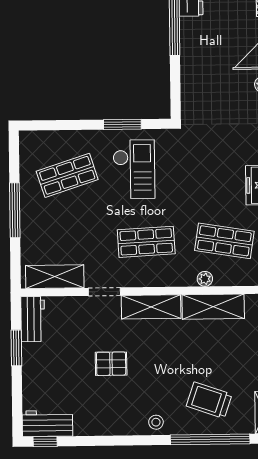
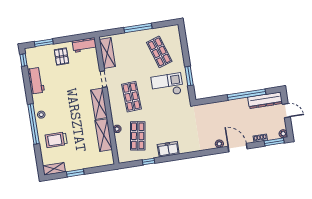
checkout: (134, 169) -> (167, 85), turned 180
window: (16, 348) -> (44, 43), moved
pallet: (111, 364) -> (61, 57), moved
trolley: (209, 400) -> (56, 140), turned -109
workbench: (47, 423) -> (36, 81), moved
window: (210, 439) -> (33, 124), moved

